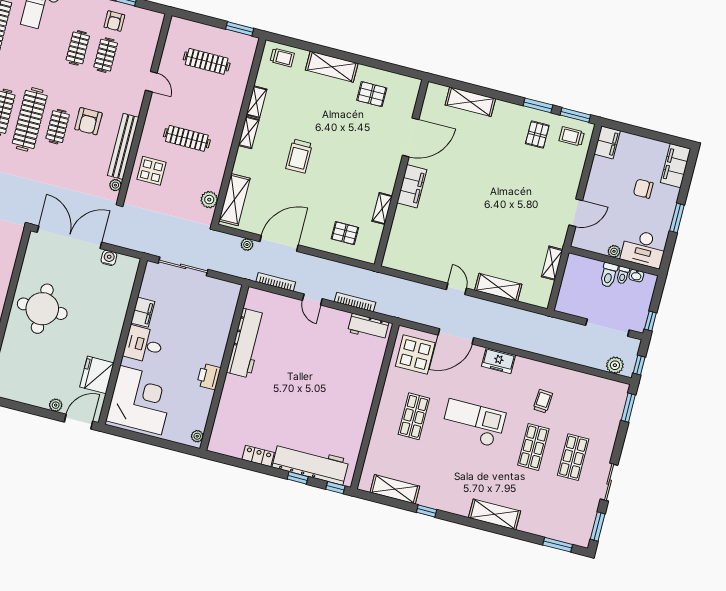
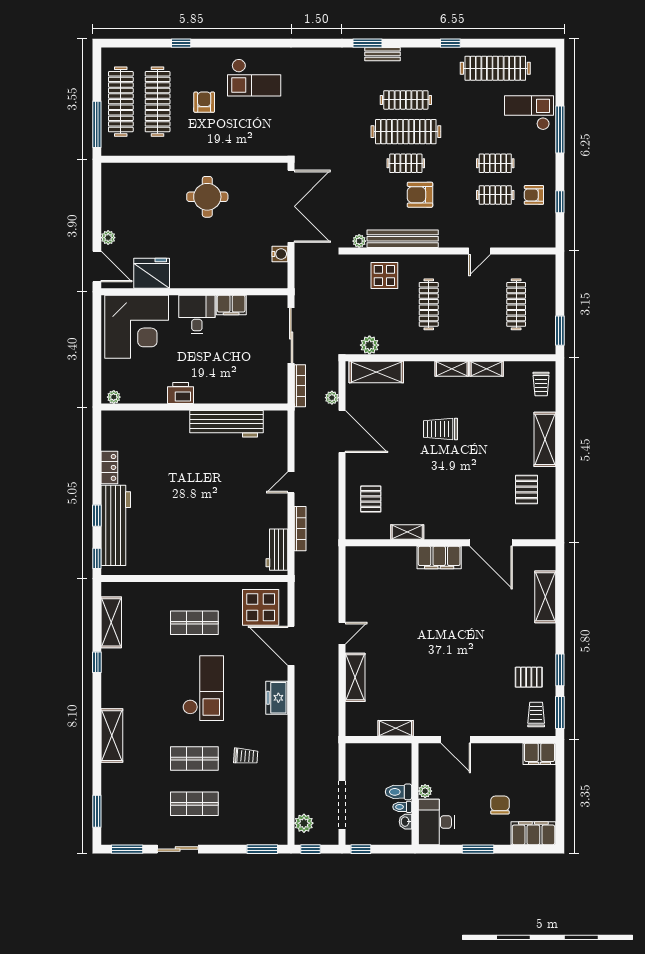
bookcase: (276, 282) -> (300, 386), moved
round table: (42, 309) -> (207, 197), width x0.73, depth x0.73

